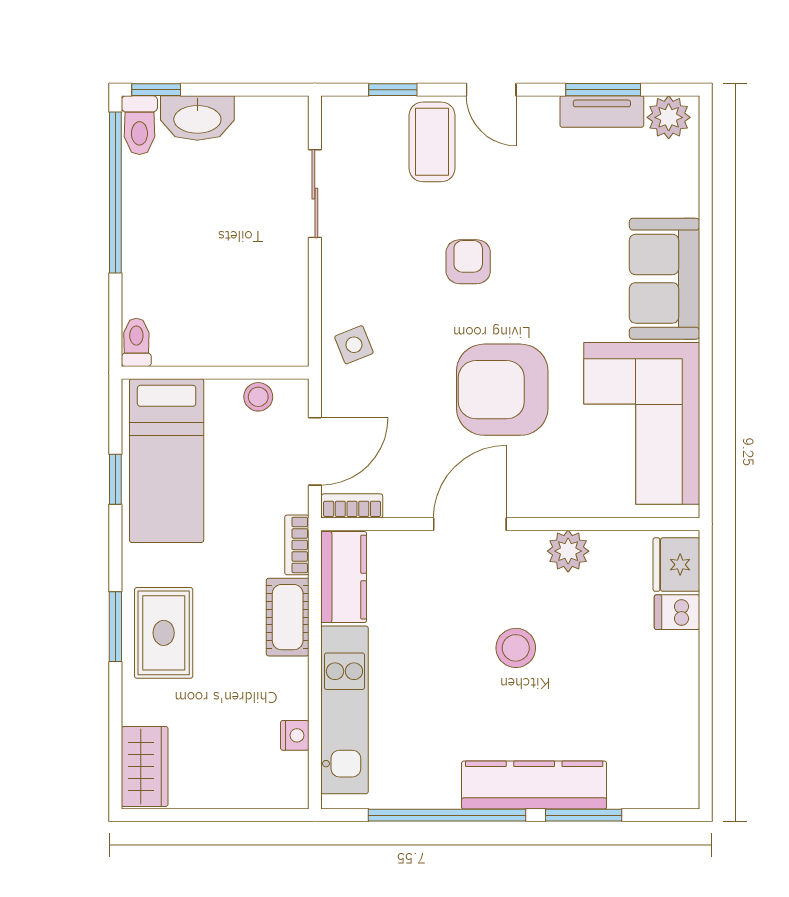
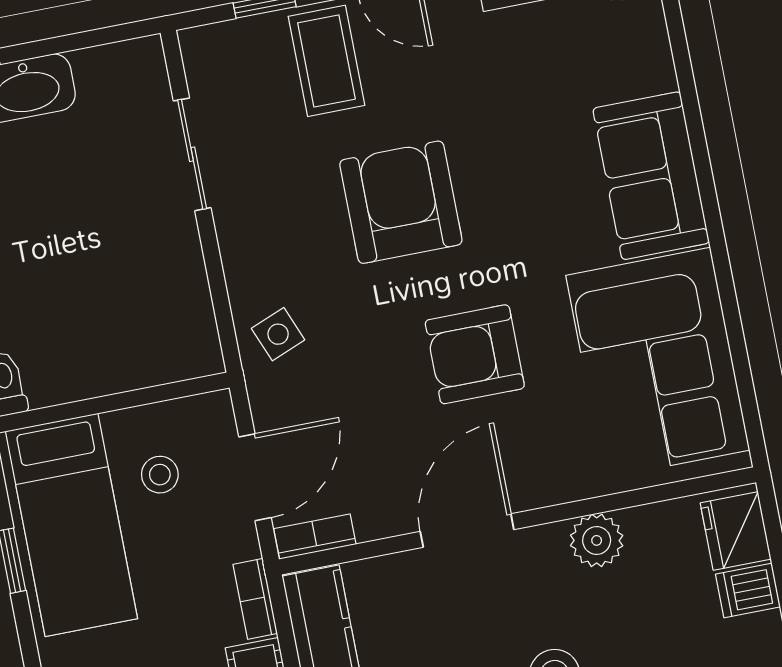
armchair: (468, 262) -> (401, 202), width x1.88, depth x1.88
armchair: (502, 390) -> (475, 354), width x0.73, depth x0.73
stool: (258, 397) -> (160, 475), moved

